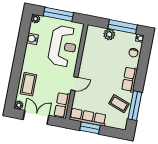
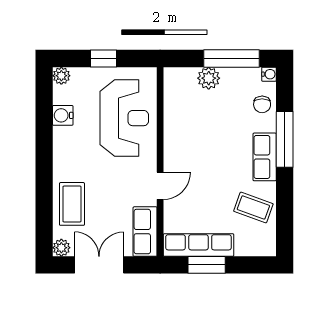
window: (58, 14) -> (103, 59), width x0.46
window: (135, 106) -> (285, 139), moved

